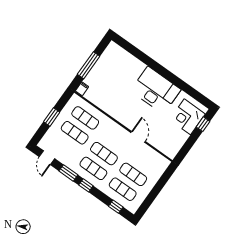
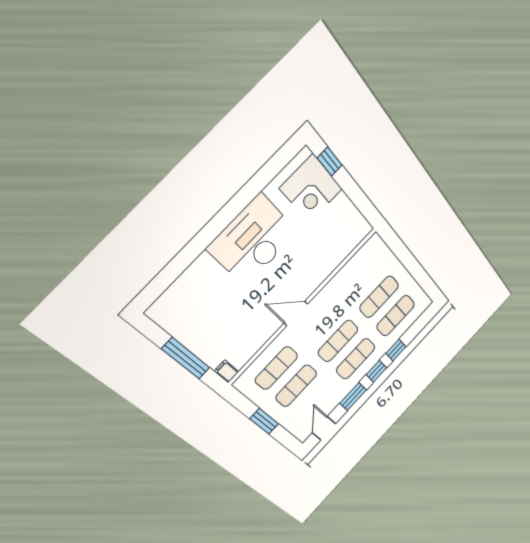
door: (138, 137) -> (296, 314), moved
door: (47, 158) -> (324, 428), swing flipped
window: (116, 207) -> (396, 350), moved

